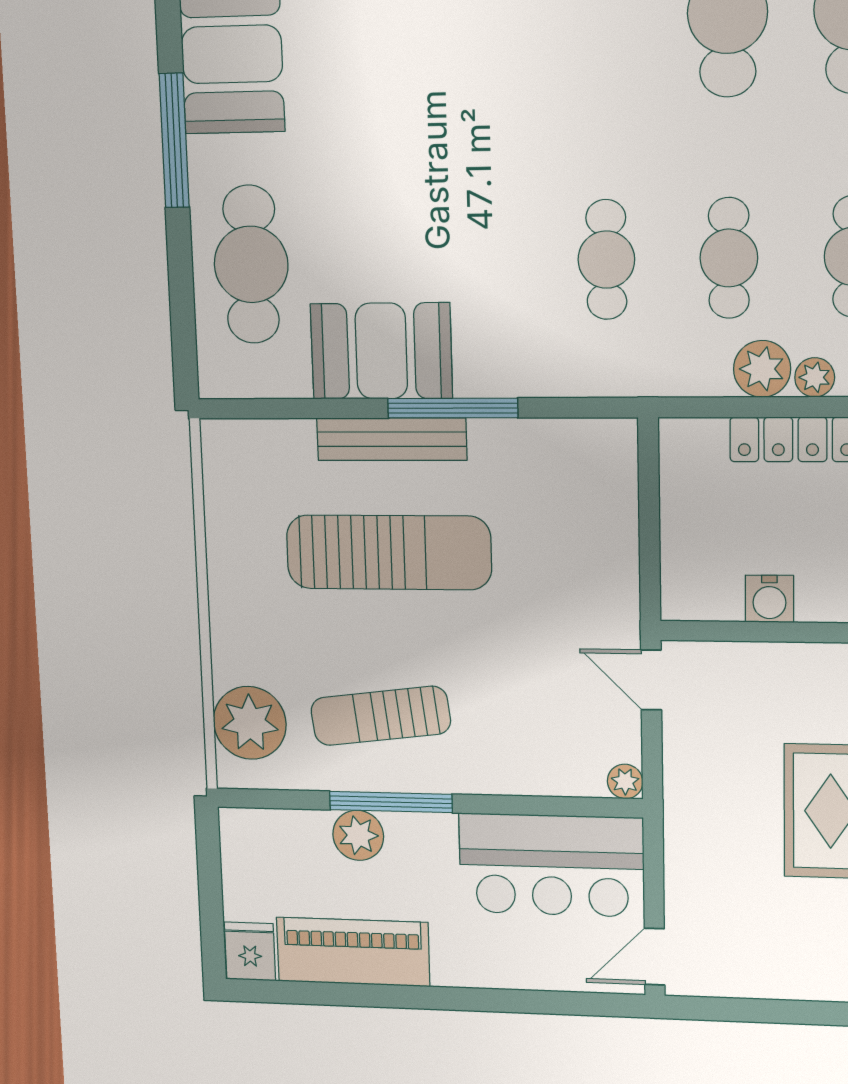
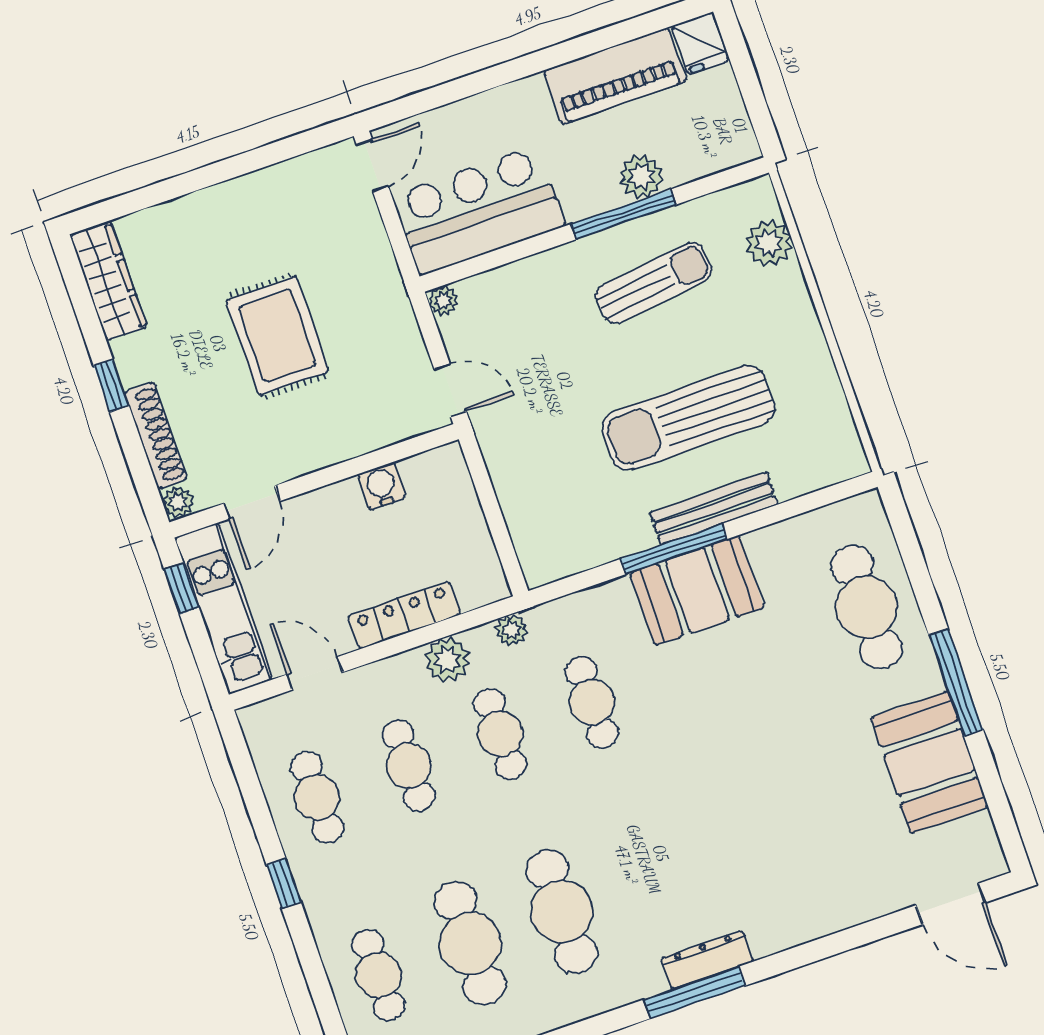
booth: (381, 351) -> (697, 590), moved
plant: (815, 377) -> (512, 630), moved
plant: (250, 723) -> (769, 243), width x0.73, depth x0.73

